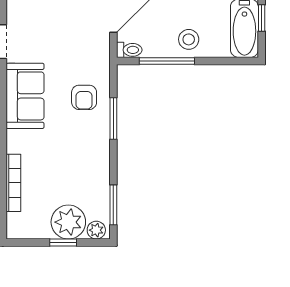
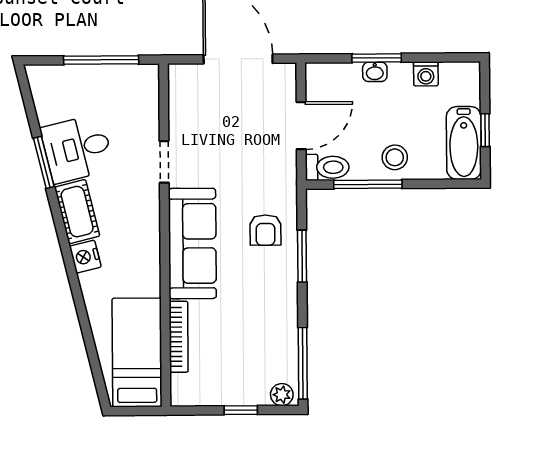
toilet: (129, 50) -> (327, 167), width x1.37, depth x1.39
sofa: (25, 96) -> (192, 243), width x1.36
window: (113, 205) -> (303, 363), width x1.44
plant: (68, 222) -> (247, 385), removed

